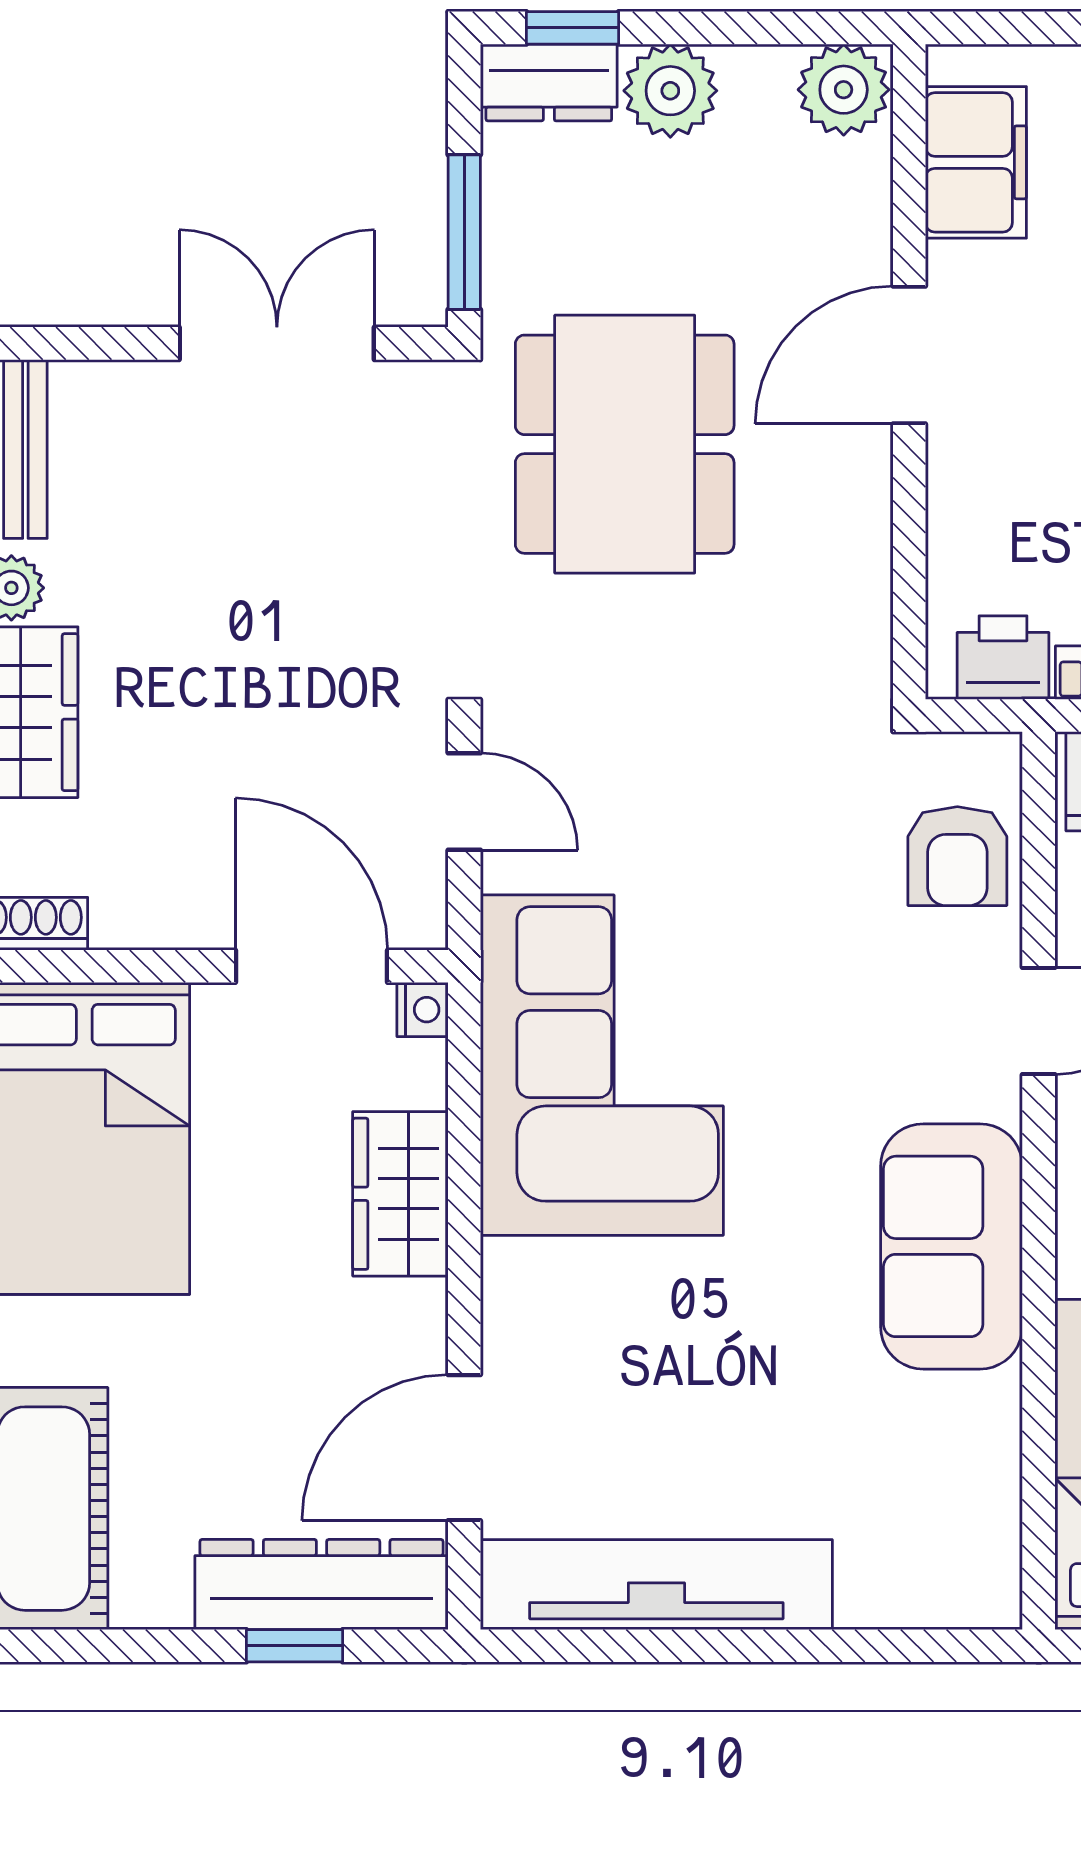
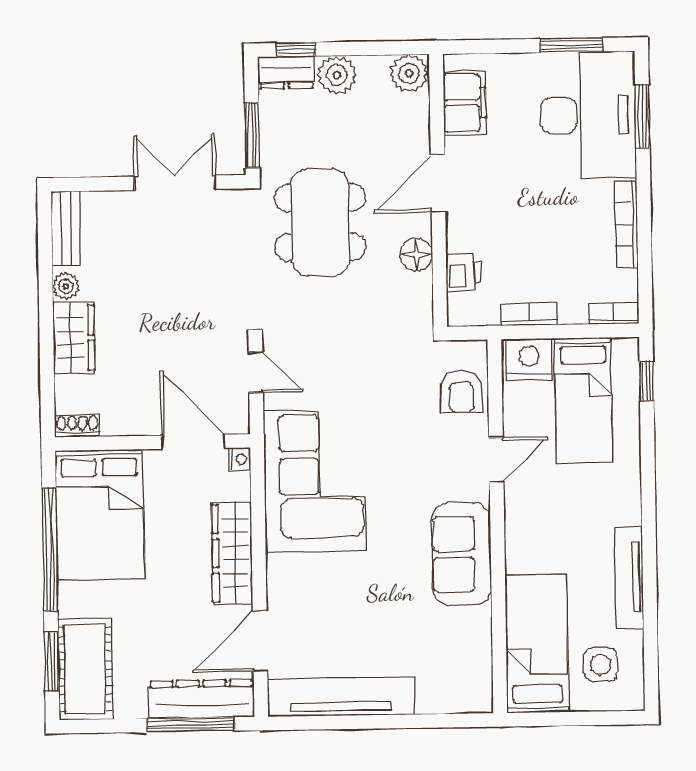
floor lamp: (854, 525) -> (416, 254), added
printer: (1003, 658) -> (464, 272), moved, turned 90
wardrobe: (400, 1194) -> (232, 553), width x1.50
window: (295, 1646) -> (191, 725), width x2.17

